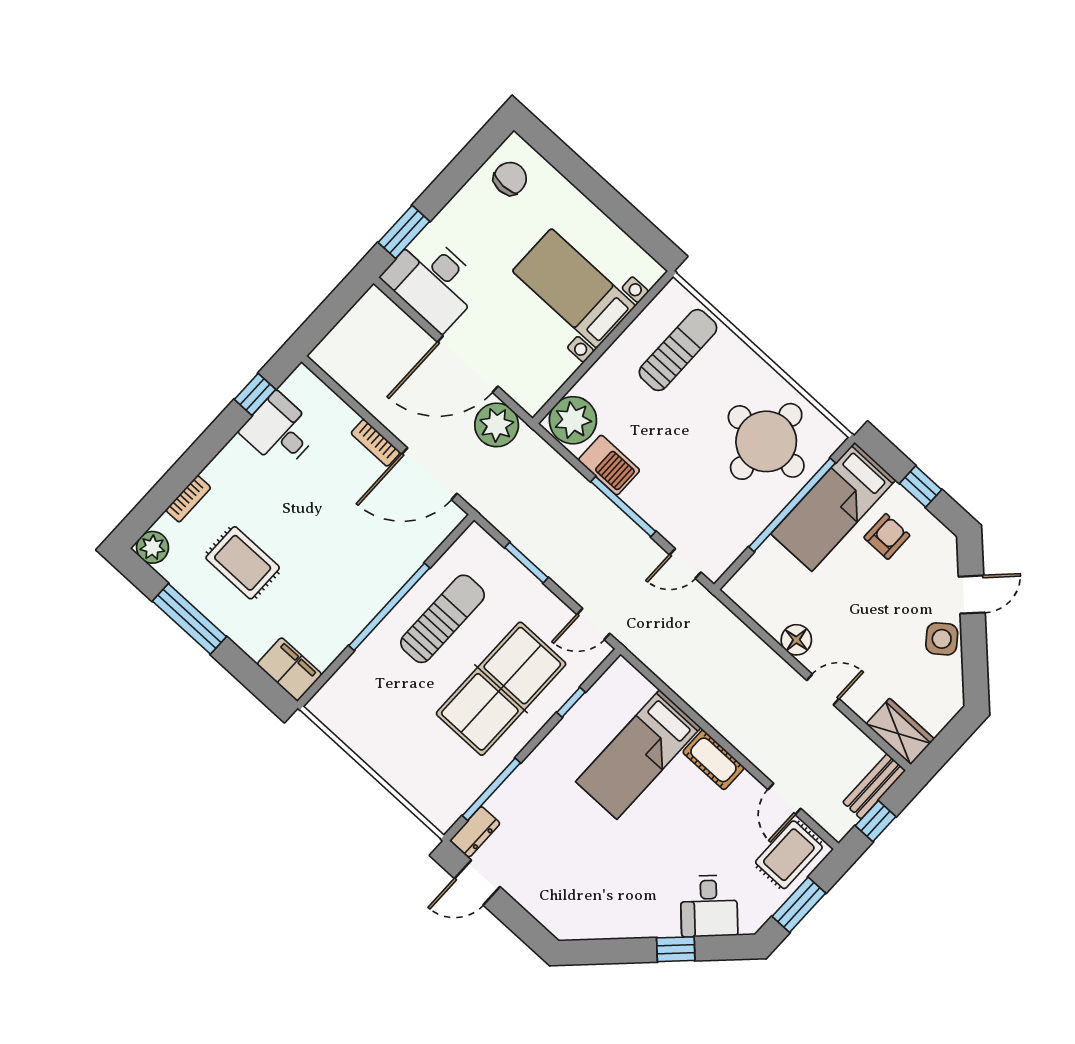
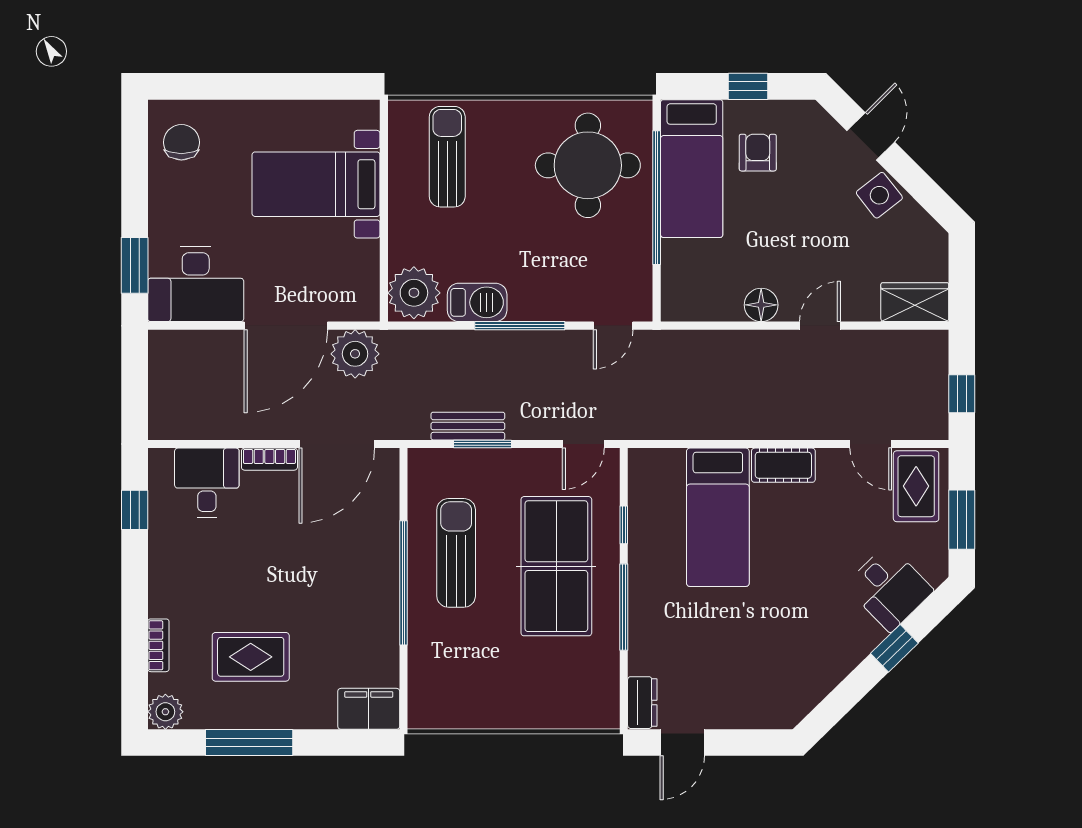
desk: (280, 431) -> (207, 483), moved, turned 90
bench: (874, 786) -> (468, 426), moved, turned 90
window: (491, 789) -> (624, 607), moved

